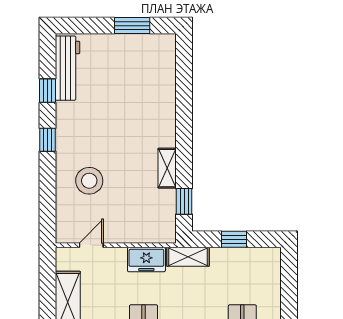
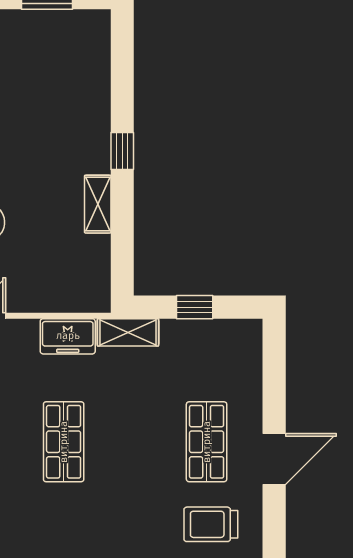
window: (184, 201) -> (122, 151), moved

